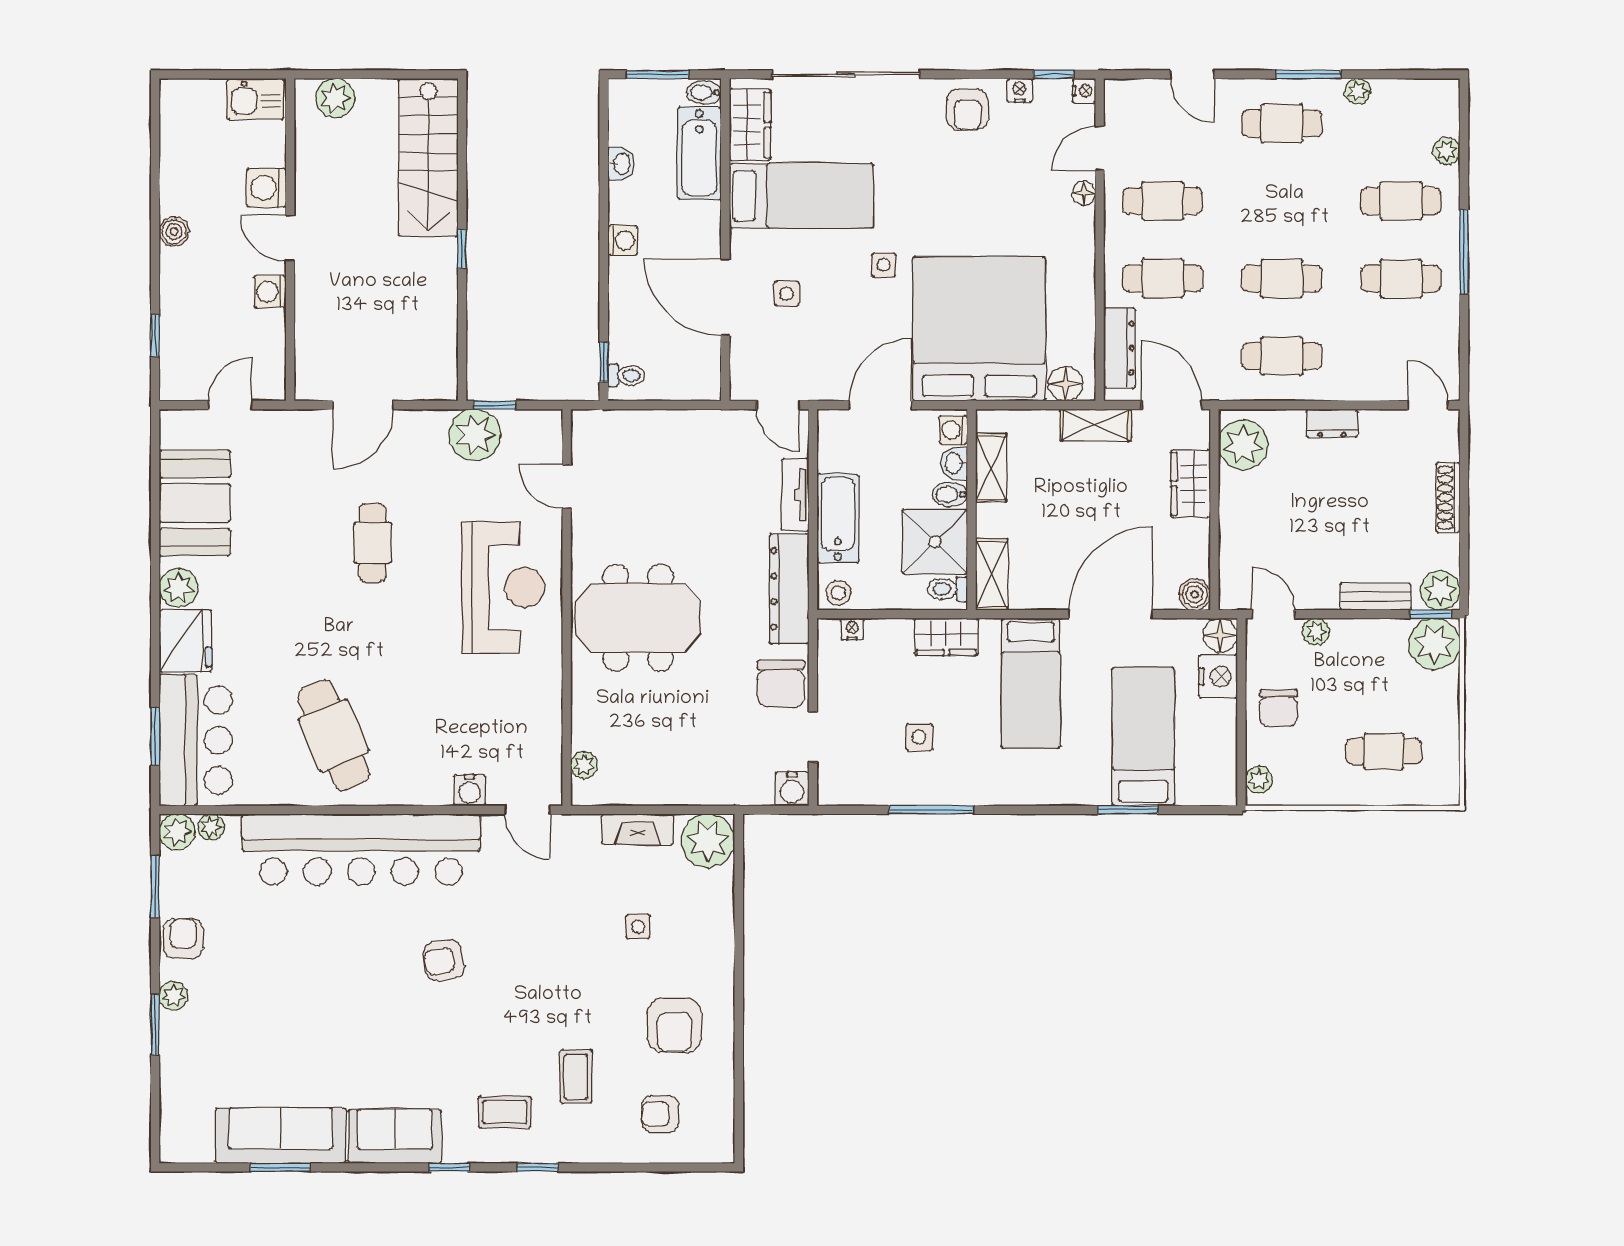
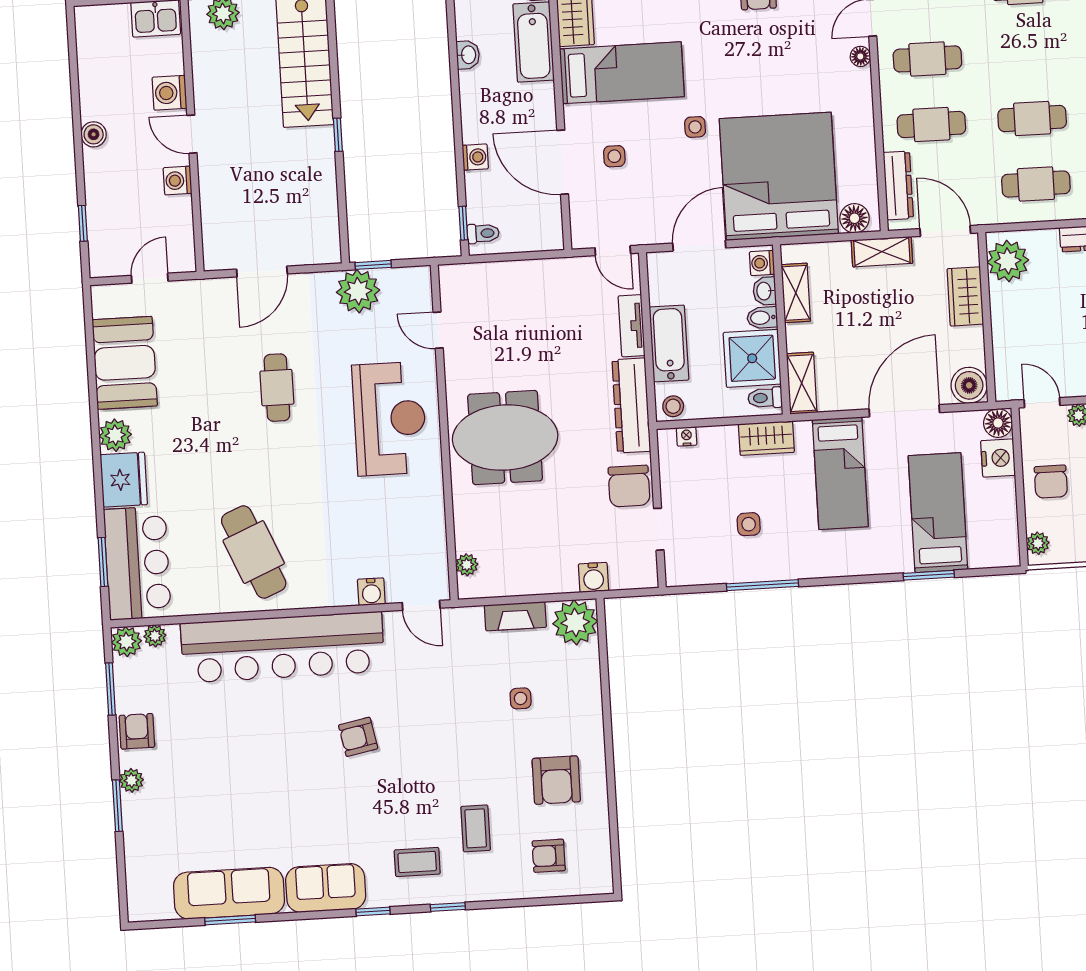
washing machine: (623, 240) -> (475, 157), moved
boiler: (1195, 594) -> (969, 385), width x1.36, depth x1.36
water cooler: (792, 789) -> (593, 577), moved

